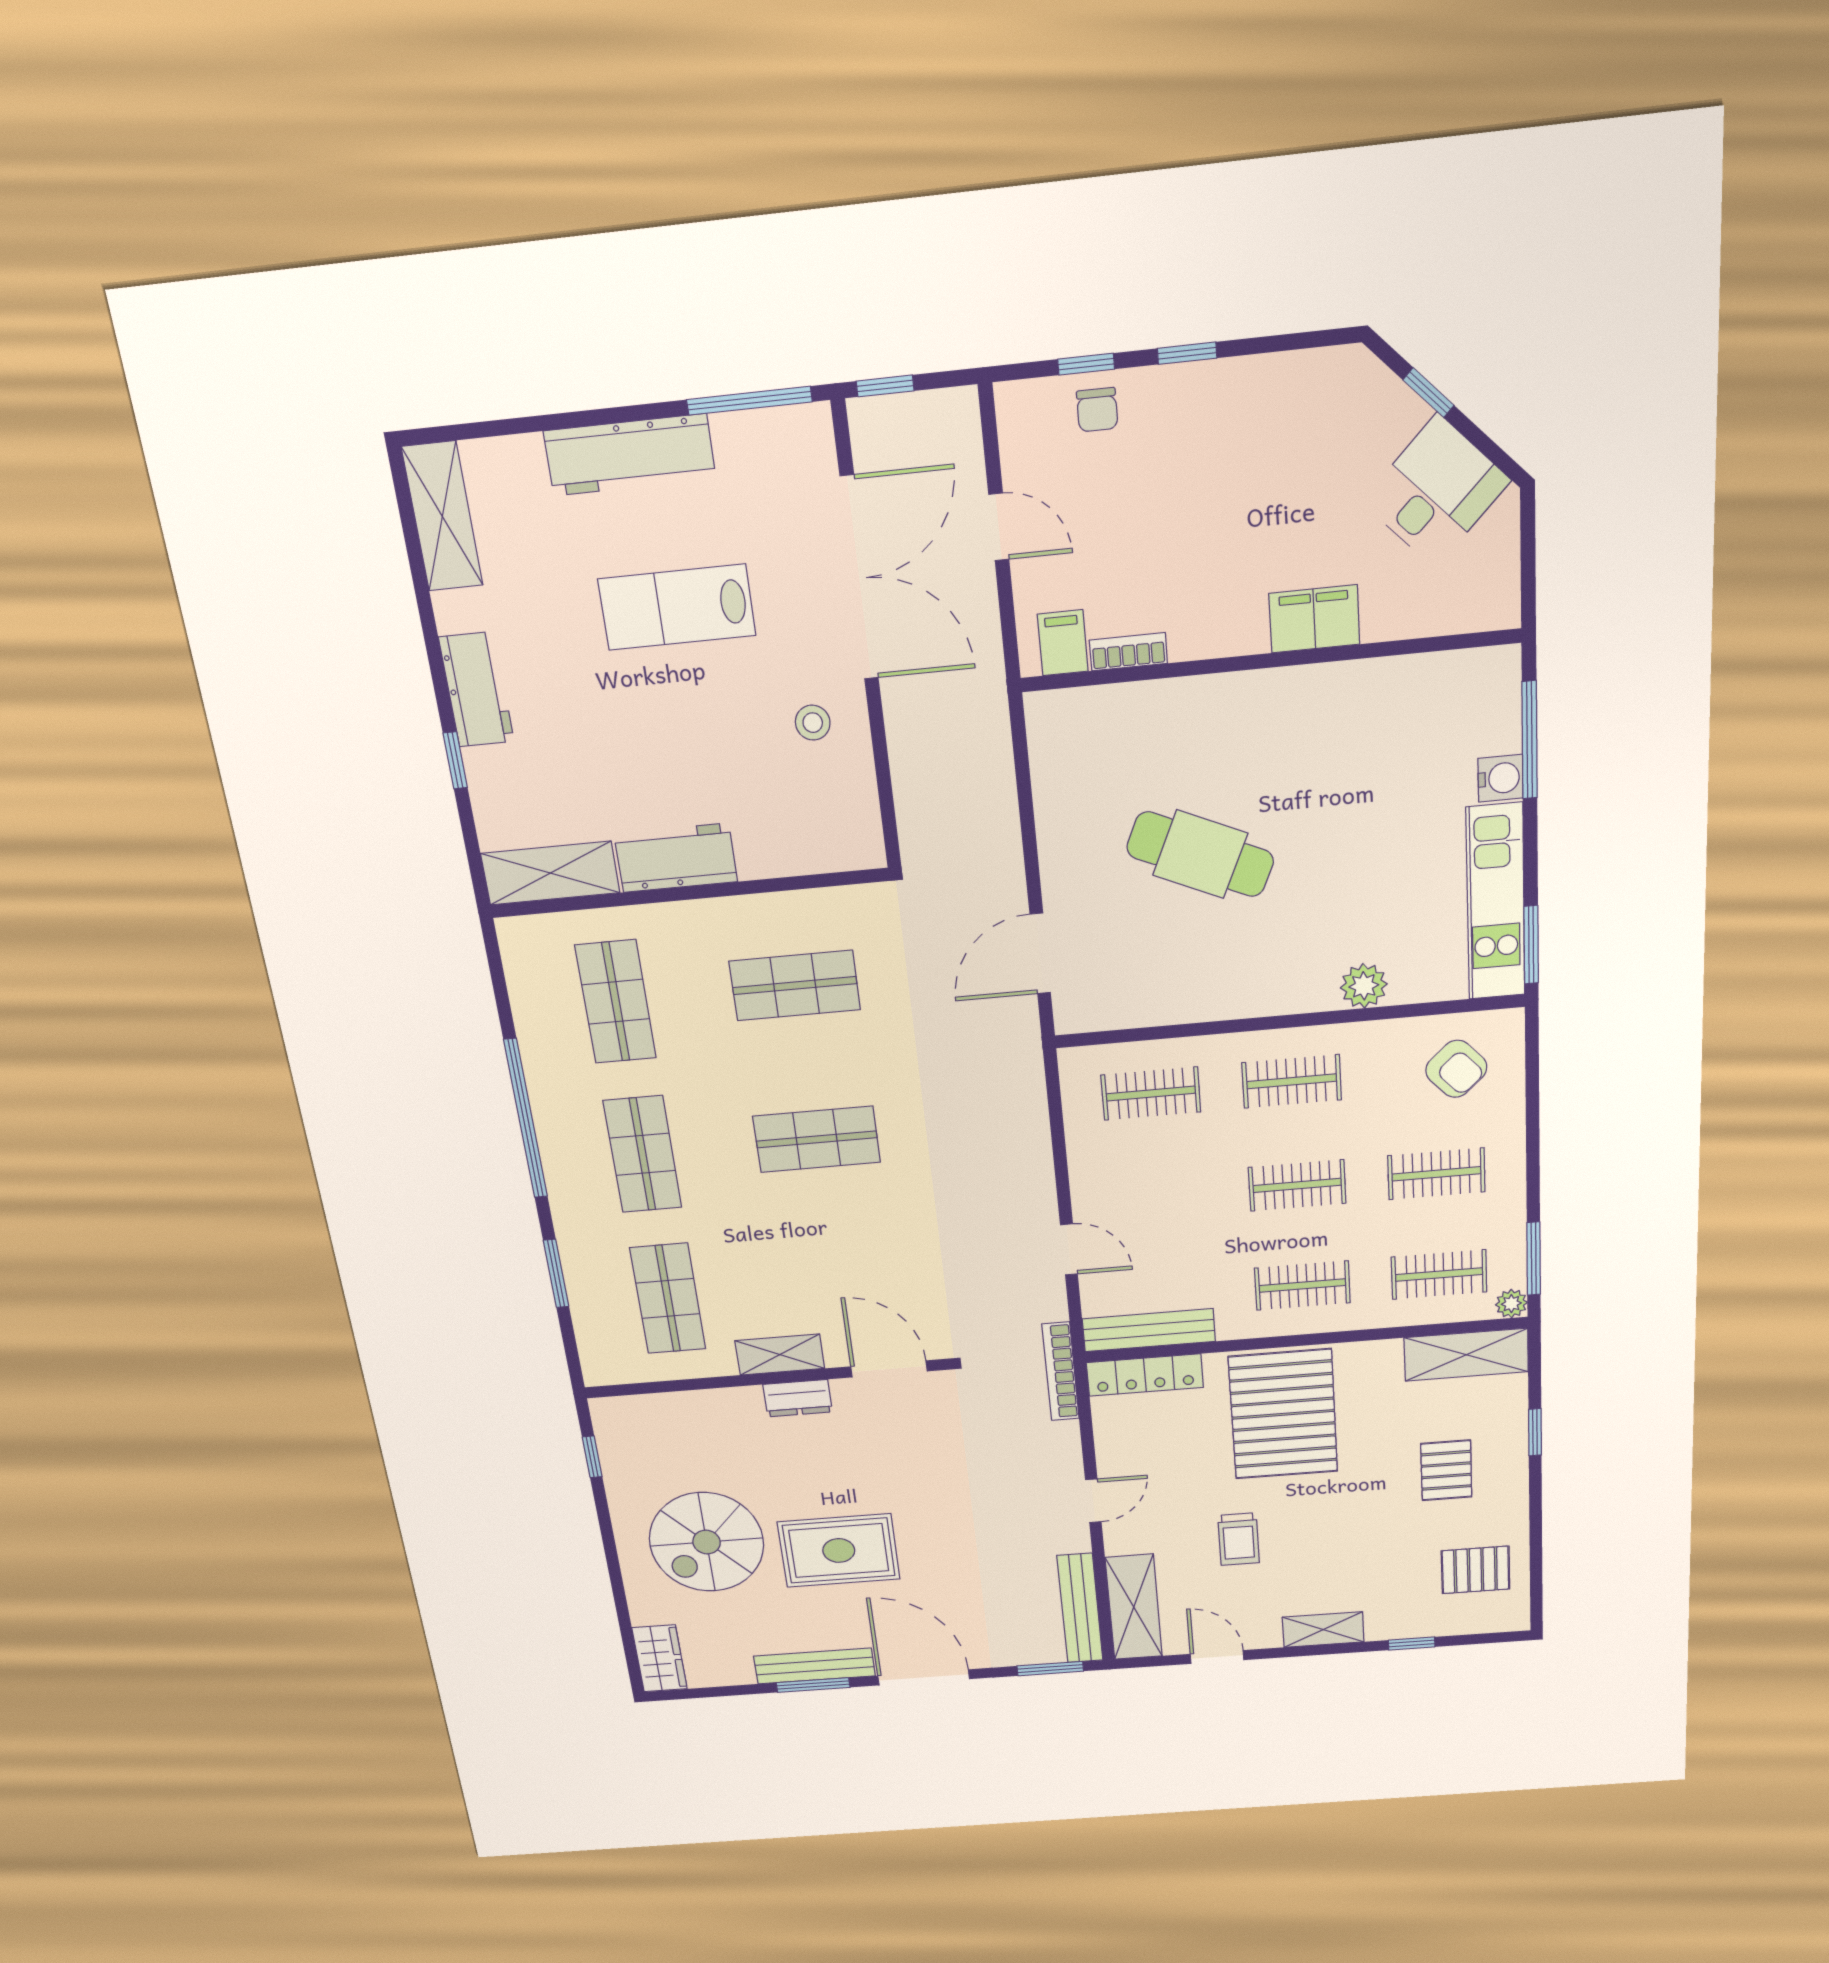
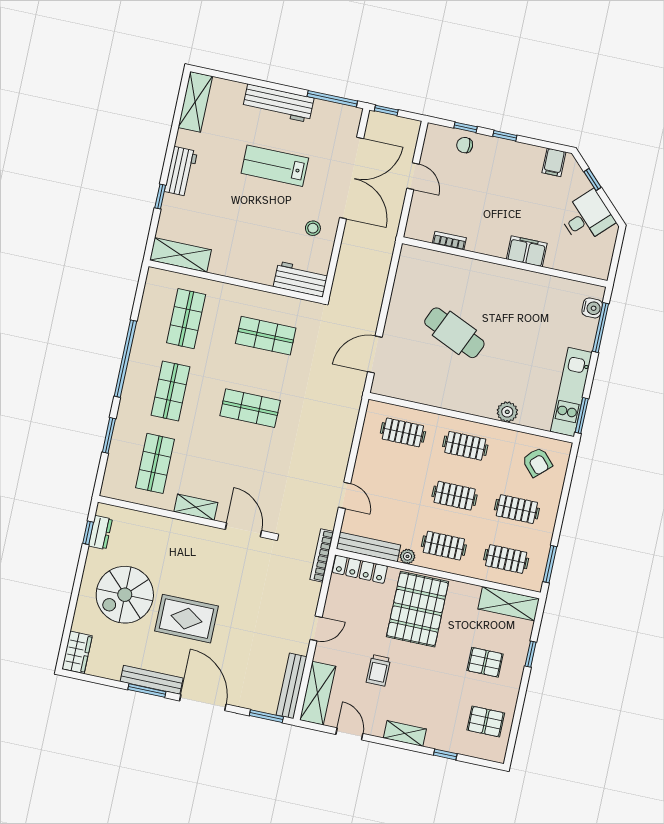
chair: (1097, 410) -> (465, 145), turned 90
filing cabinet: (1063, 643) -> (554, 162), moved, turned 180
water cooler: (1500, 778) -> (592, 308), moved
workbench: (676, 858) -> (301, 279), moved
plant: (1511, 1304) -> (407, 556), moved
dresser: (798, 1398) -> (100, 532), moved, turned -90
pallet: (1446, 1470) -> (485, 662), turned 90

